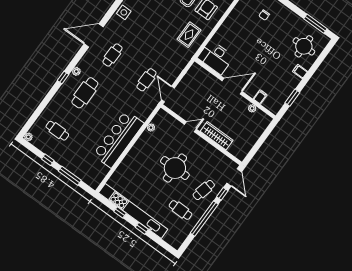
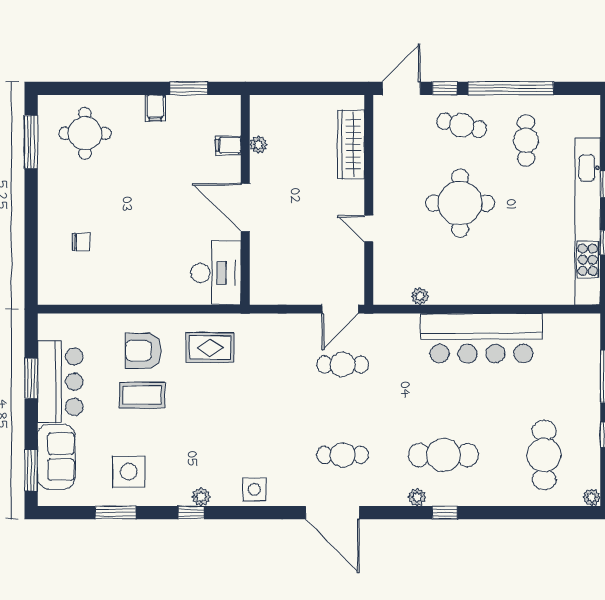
filing cabinet: (300, 71) -> (155, 108), moved
cafe table: (57, 131) -> (544, 455), width x1.37, depth x1.35
wardrobe: (217, 136) -> (351, 145), moved

